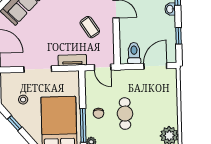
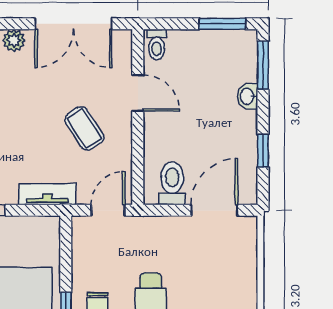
door: (103, 67) -> (108, 210), swing flipped

